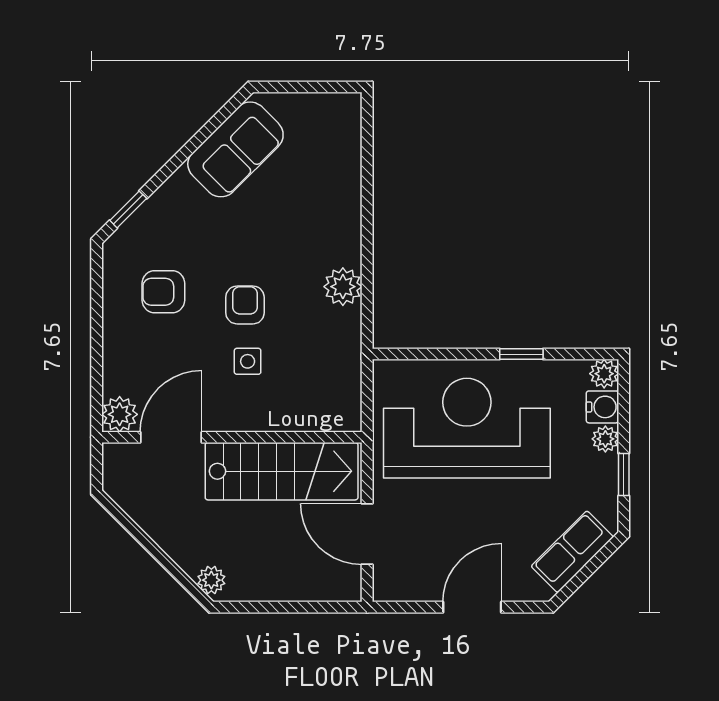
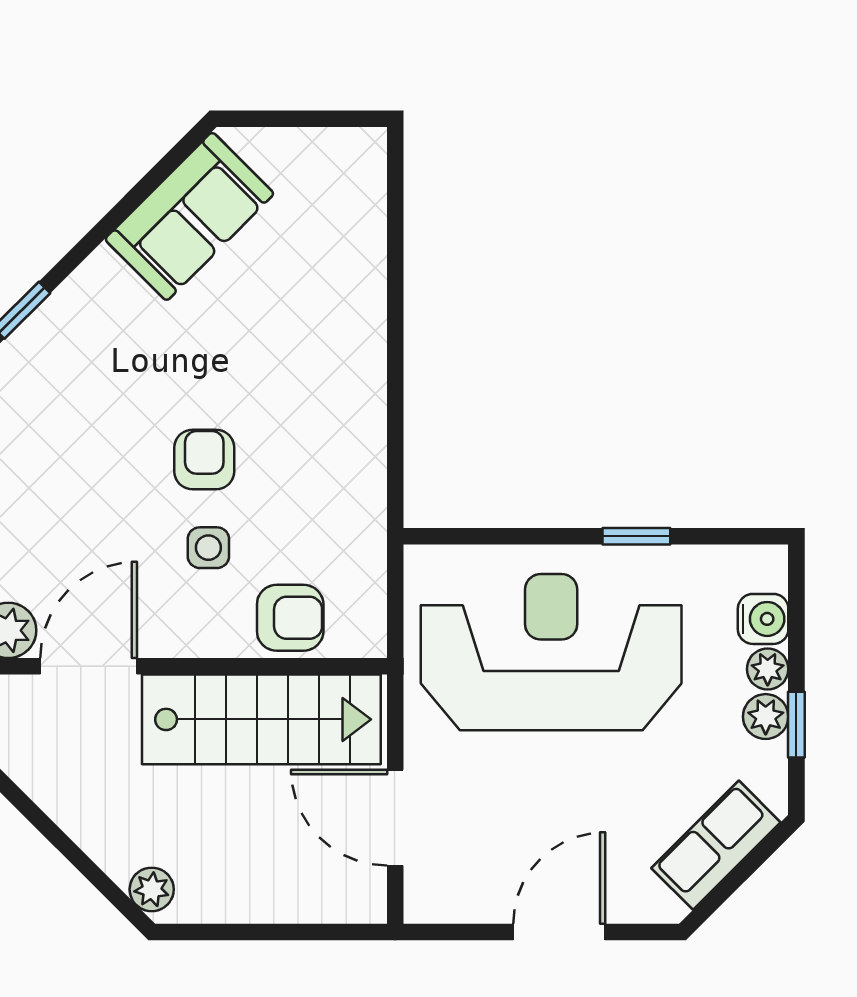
plant: (343, 287) -> (357, 431), removed
armchair: (163, 292) -> (290, 618), moved, turned 180
plant: (604, 374) -> (766, 717), moved

